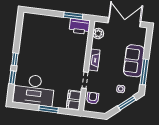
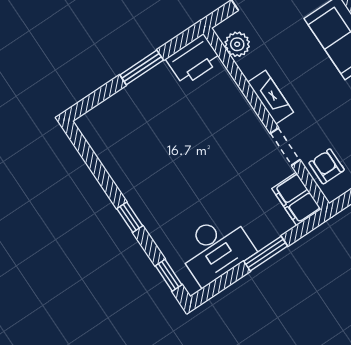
window: (73, 16) -> (142, 67), moved
window: (13, 77) -> (169, 275), moved
desk: (34, 90) -> (215, 249), width x0.73, depth x0.77

